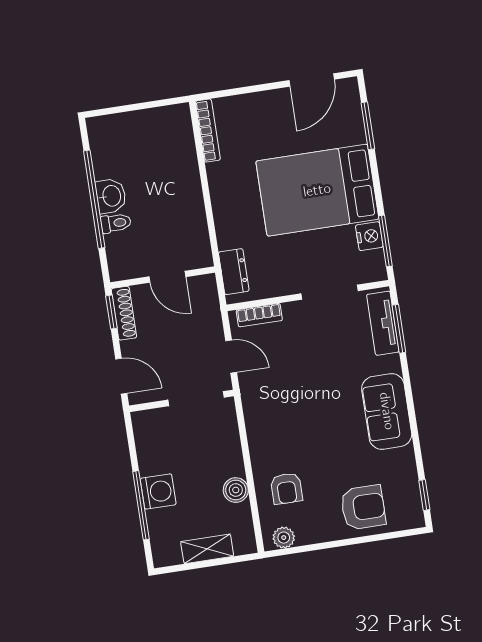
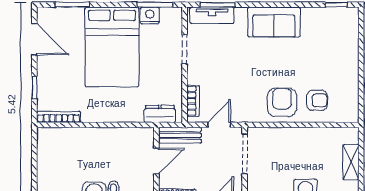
window: (244, 90) -> (34, 88), added
doorway: (330, 292) -> (185, 49), width x0.73
bench: (208, 304) -> (180, 135), added
boiler: (236, 490) -> (313, 136), removed
armchair: (363, 507) -> (282, 102), moved
plant: (284, 538) -> (351, 107), removed

